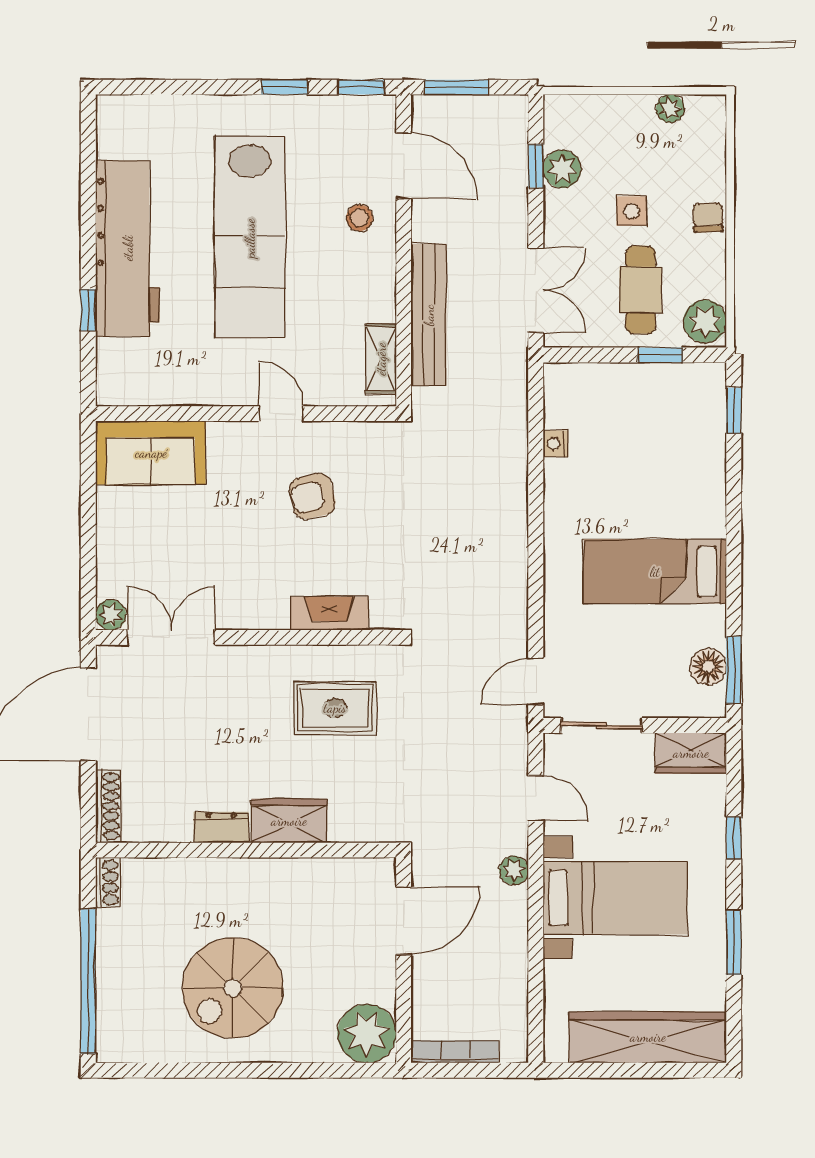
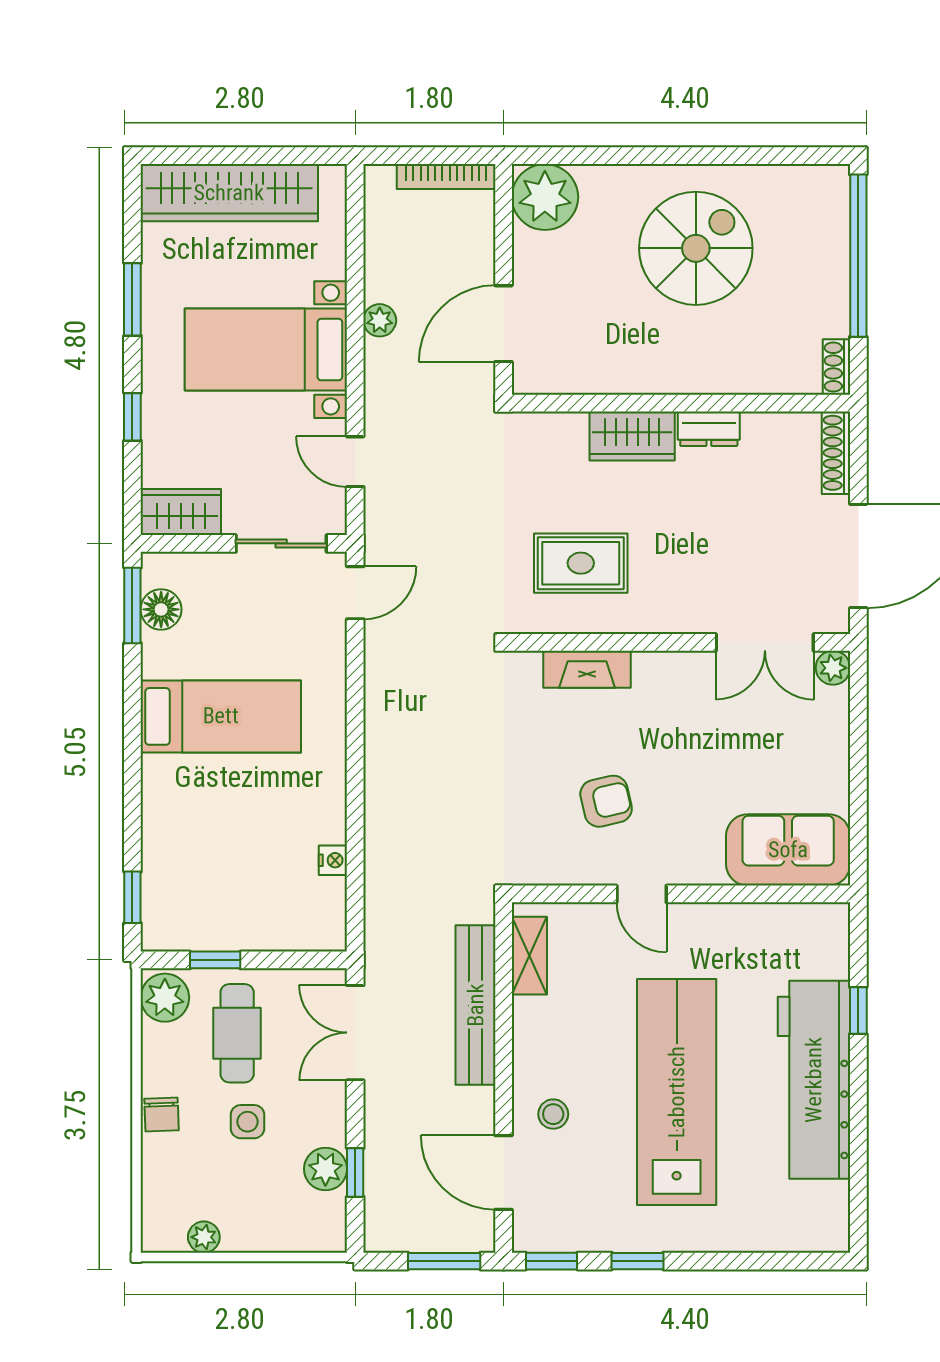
plant: (514, 870) -> (380, 320), moved

